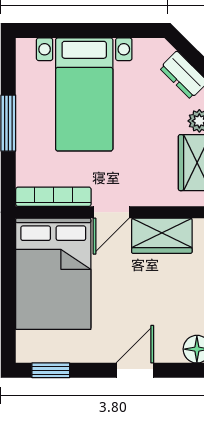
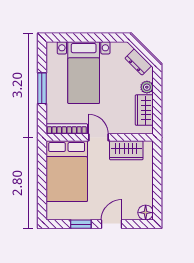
door: (111, 212) -> (98, 137), swing flipped
window: (51, 370) -> (81, 224), moved

